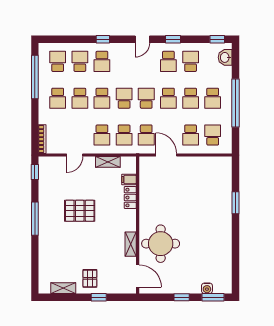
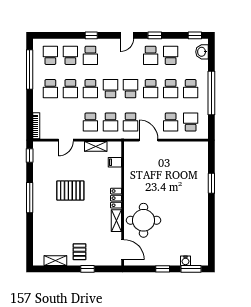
locker: (130, 198) -> (116, 198), moved

